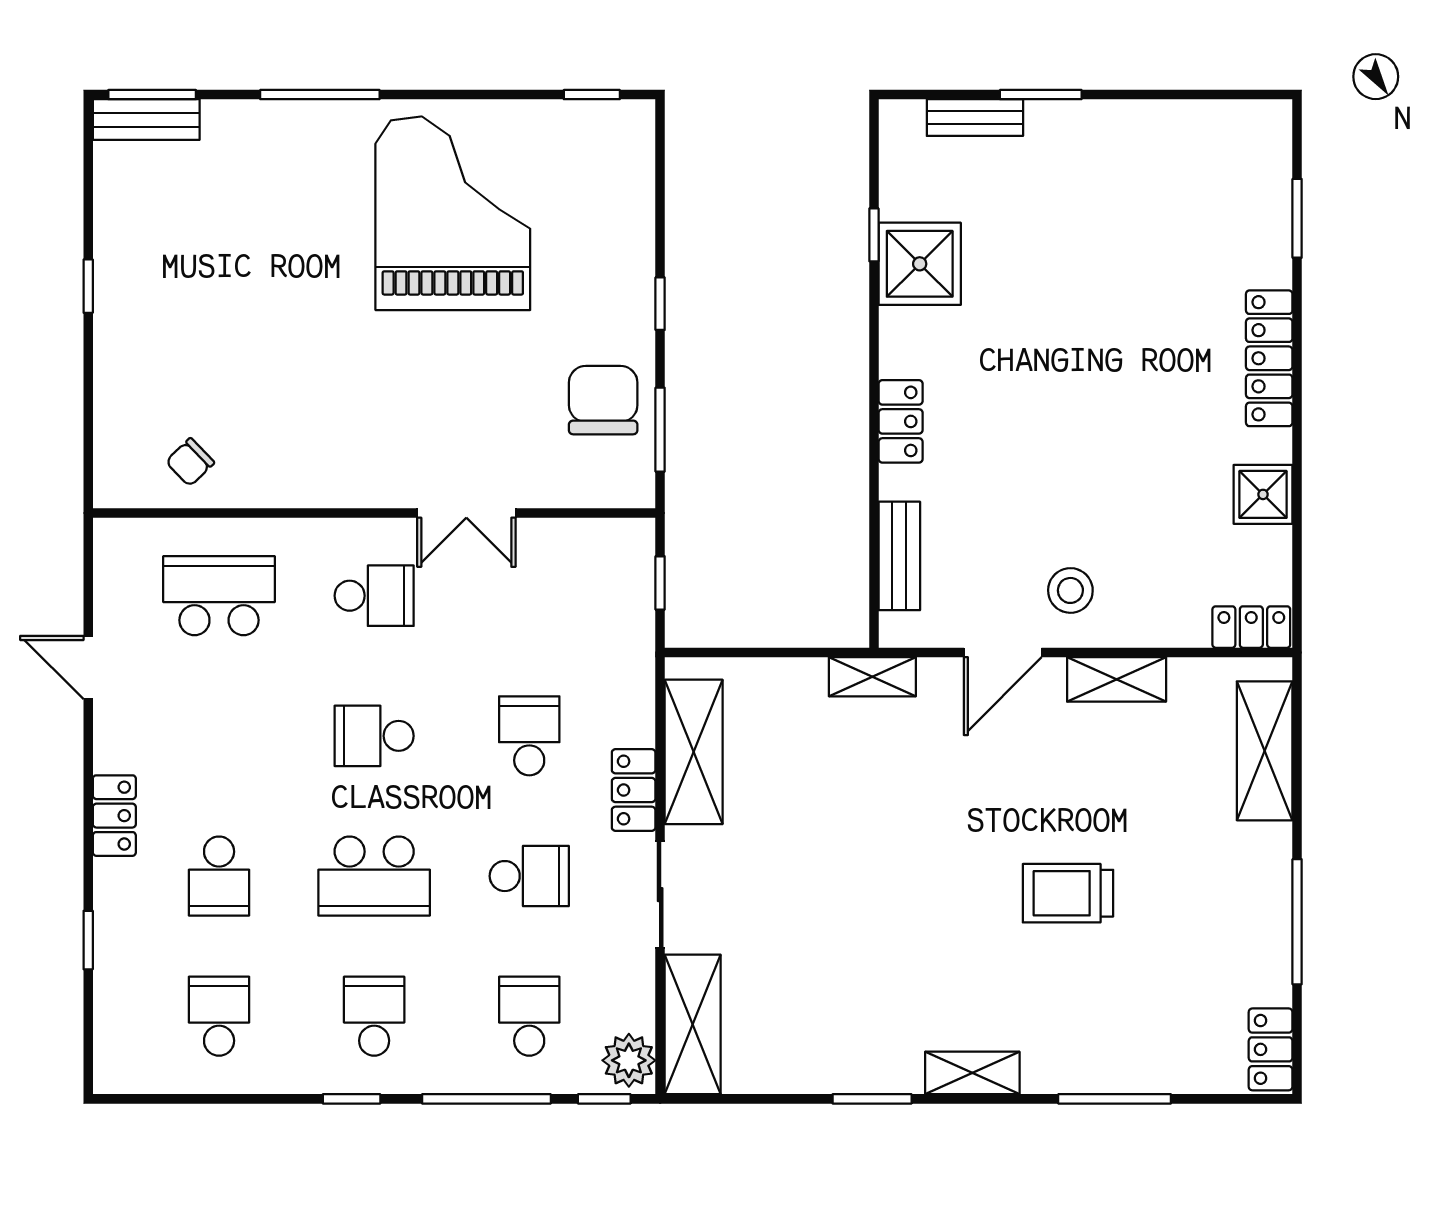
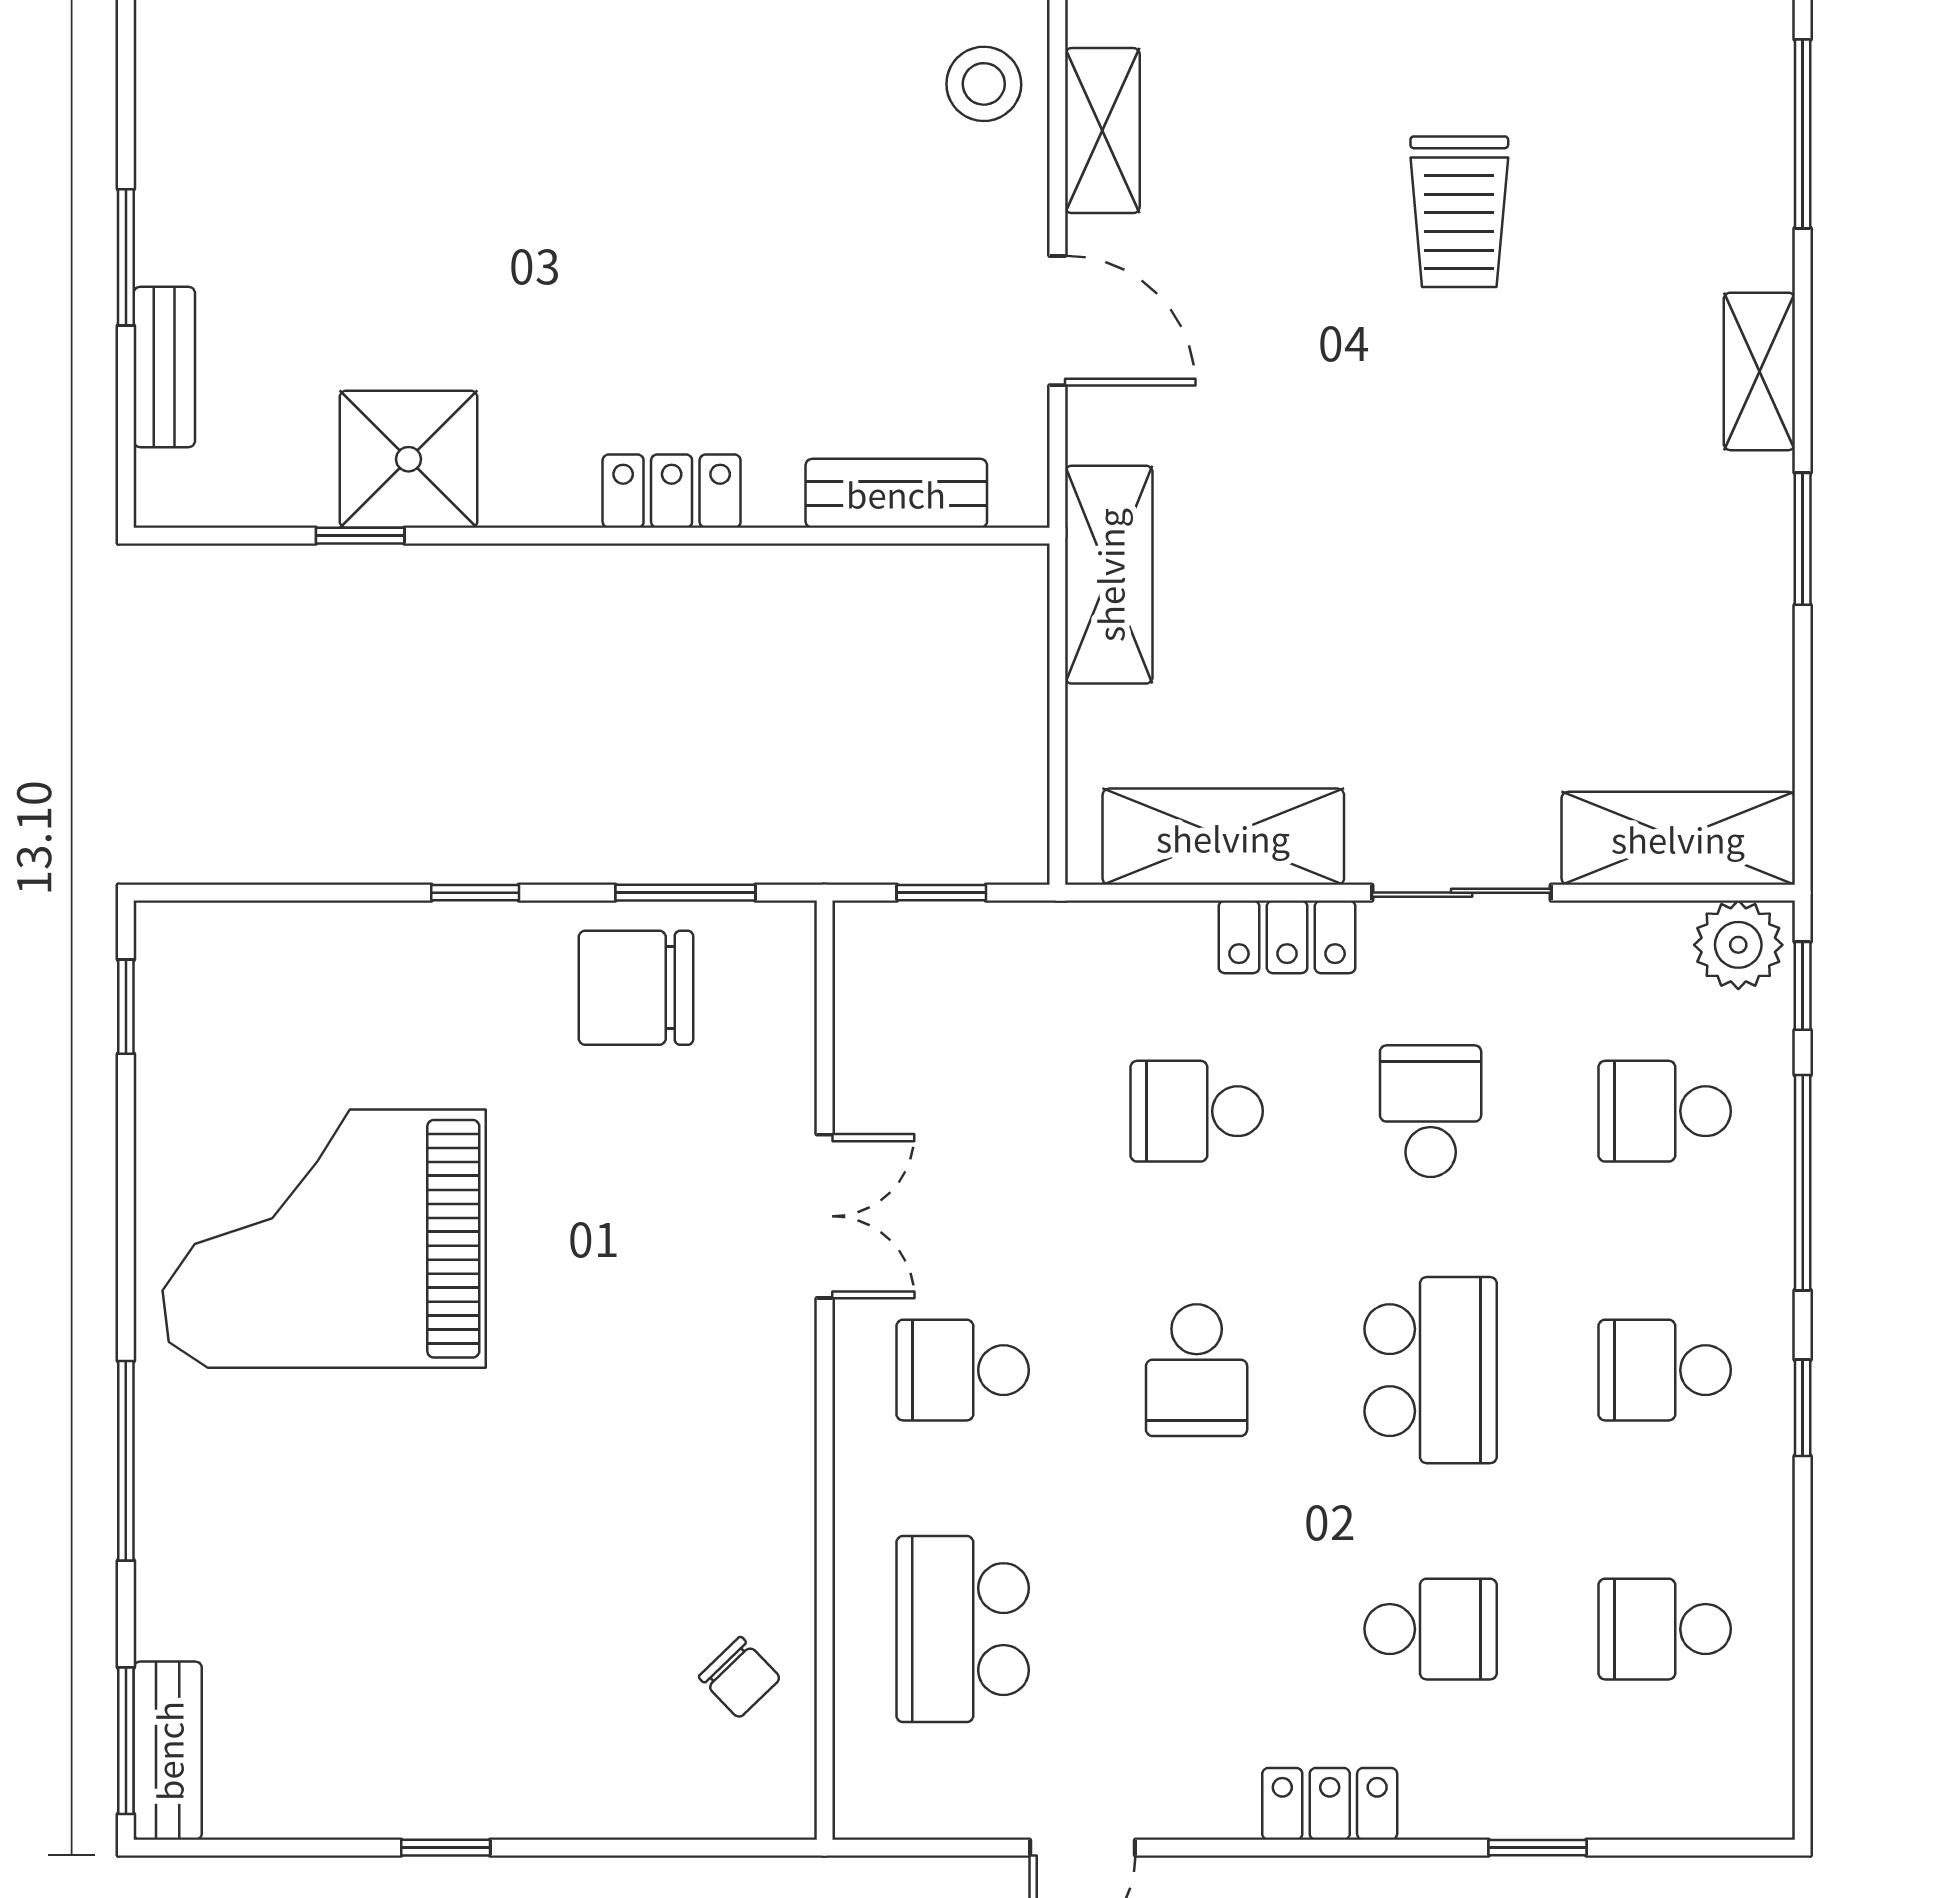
stool: (1070, 590) -> (984, 84), moved
school desk: (374, 596) -> (963, 1370), turned -90
shelving: (872, 677) -> (1109, 575), width x1.50, depth x1.33

